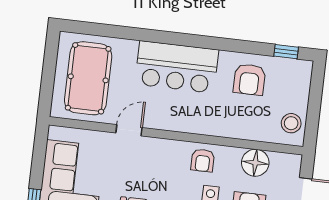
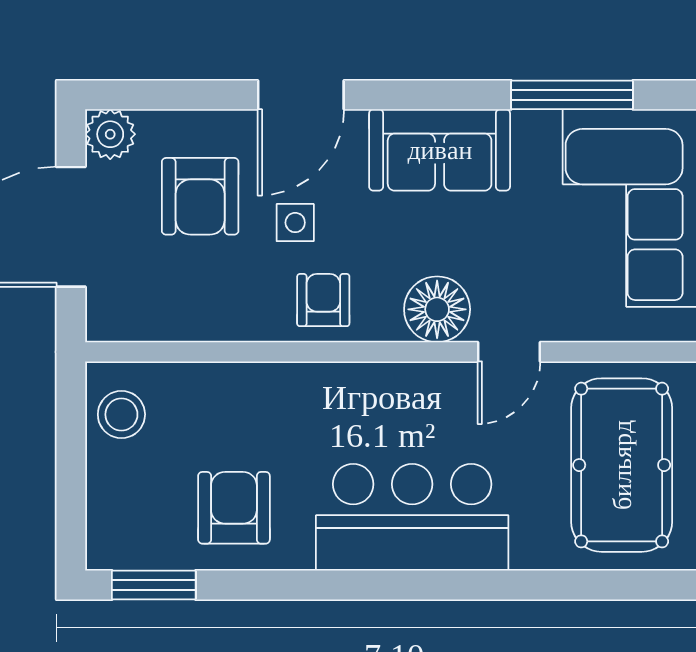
window: (286, 52) -> (154, 585), width x1.50
floor lamp: (255, 163) -> (437, 309), moved

